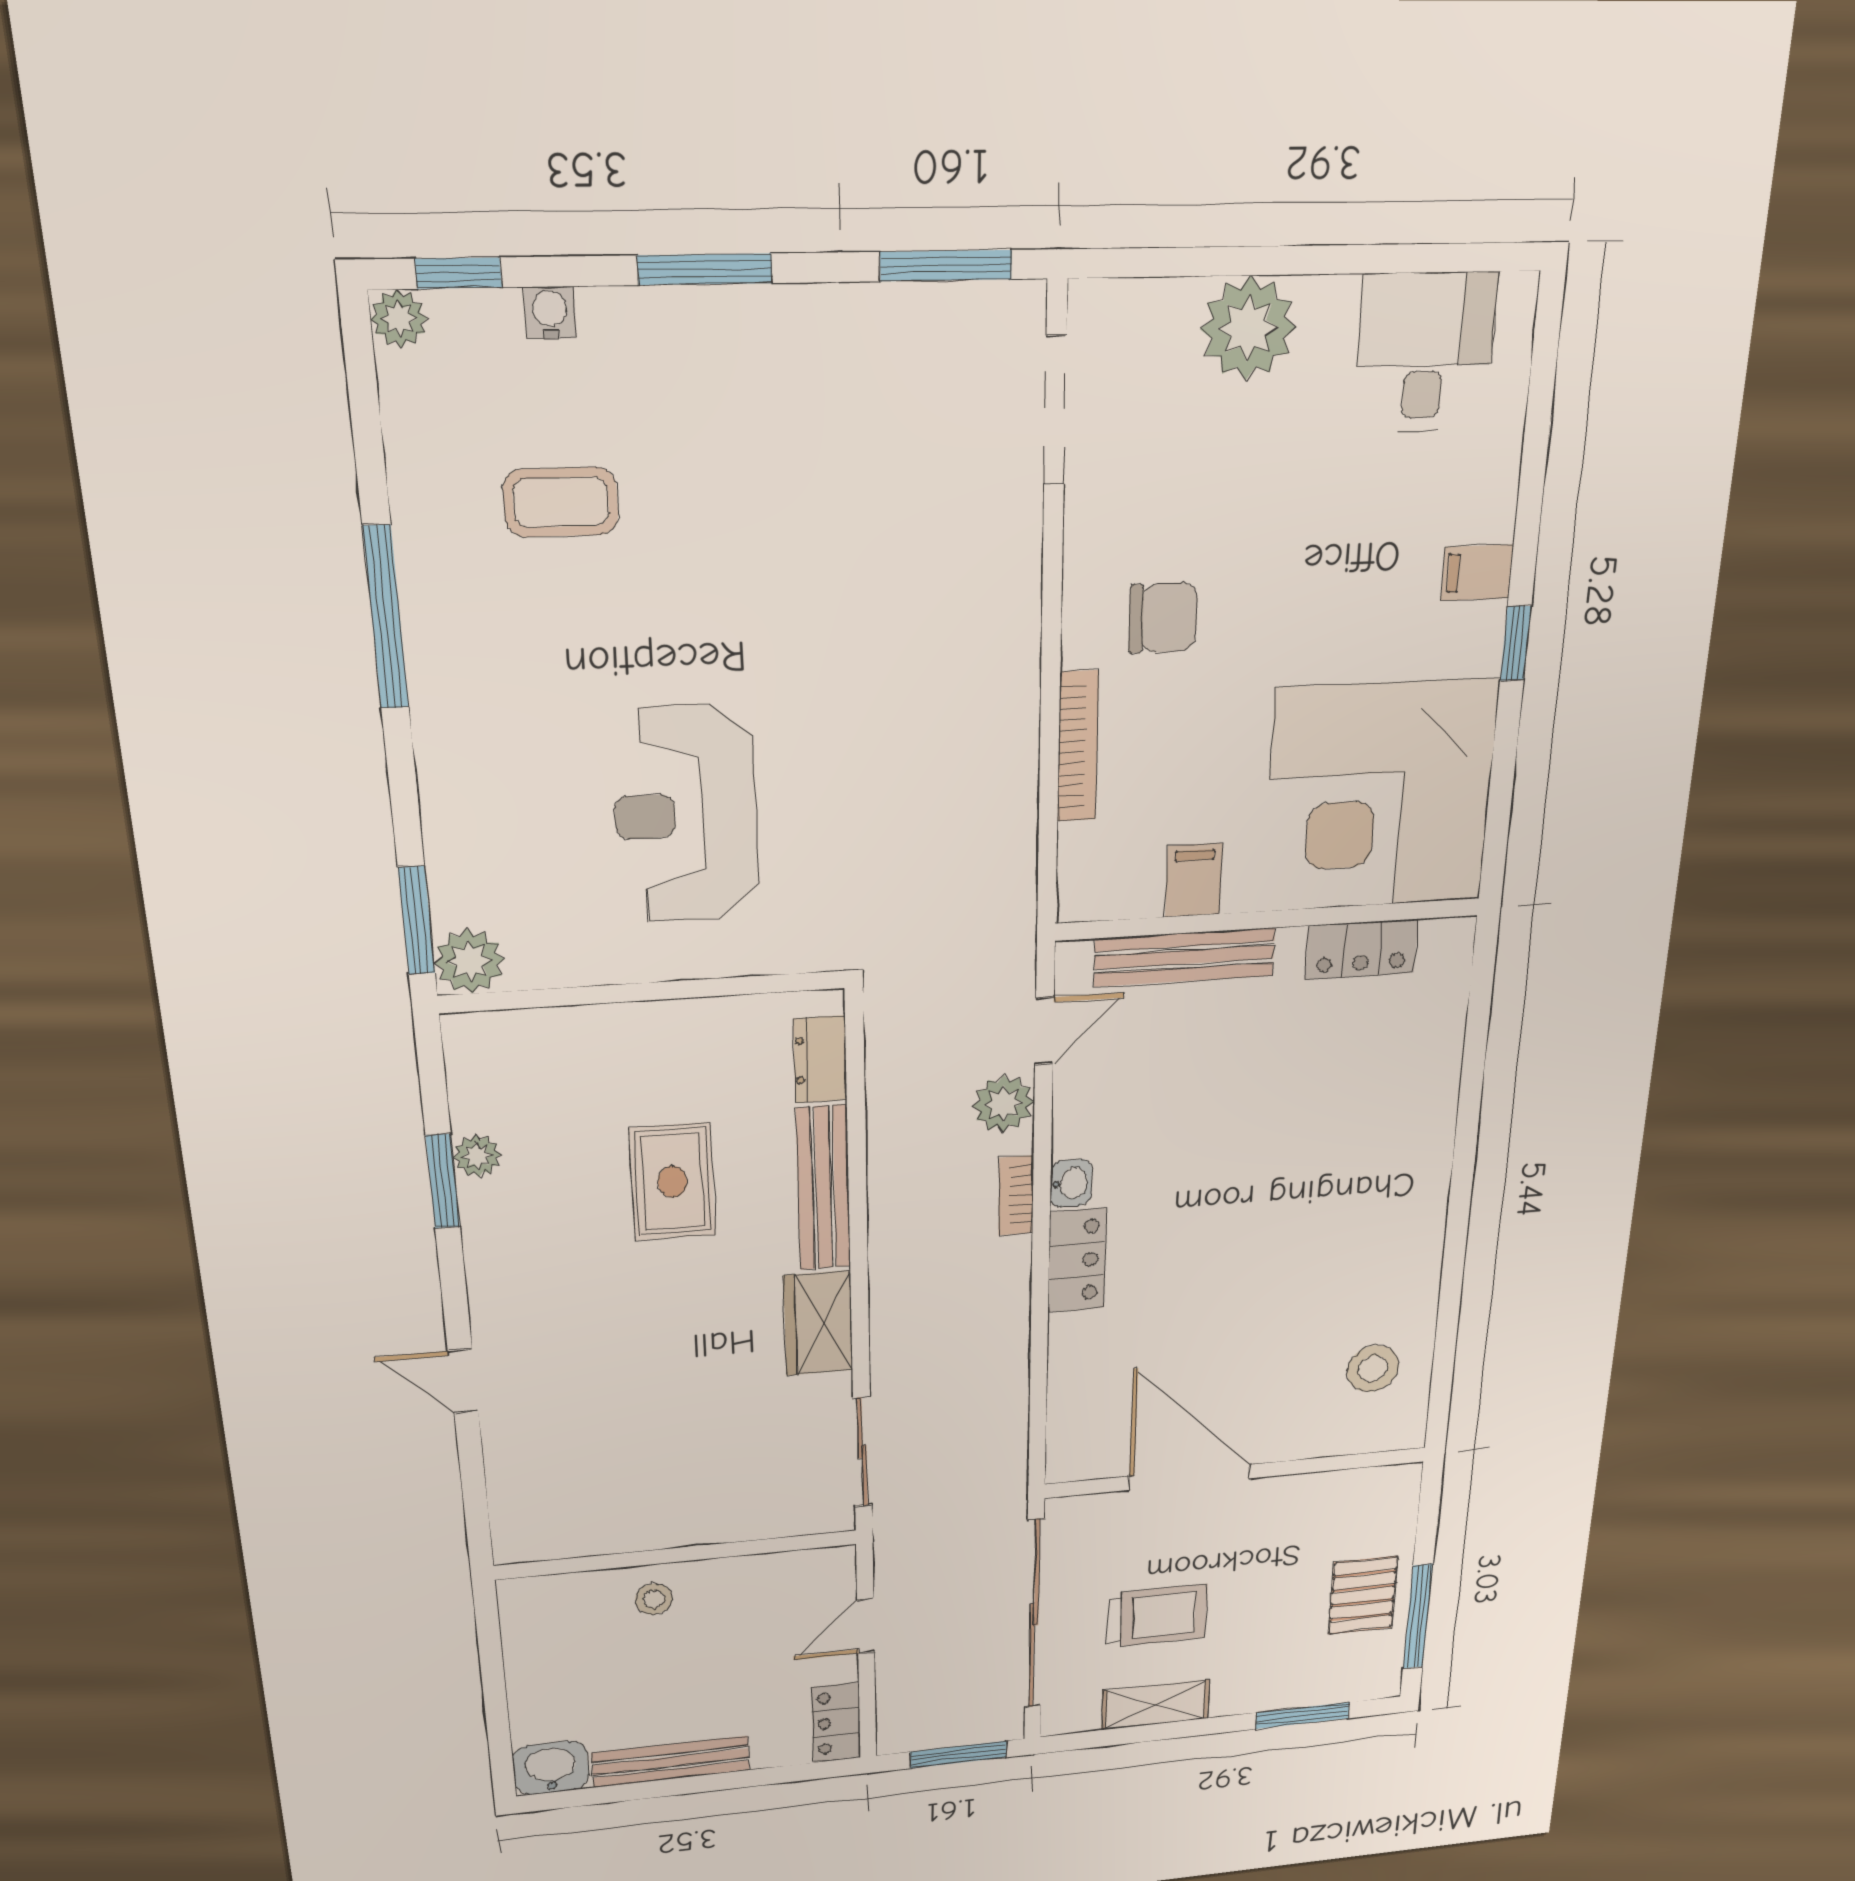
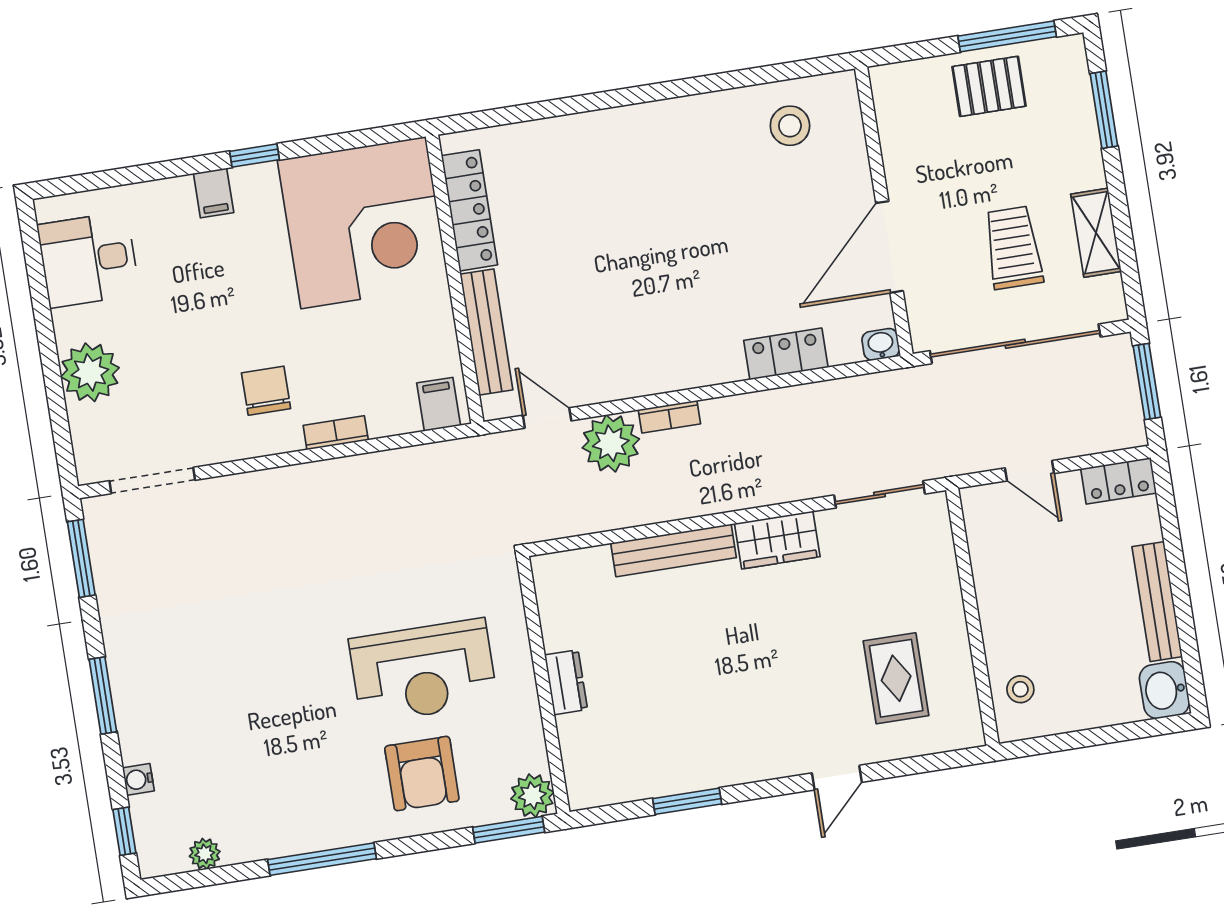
plant: (399, 319) -> (205, 854), moved
coffee table: (561, 502) -> (243, 764), removed
bookcase: (1078, 746) -> (336, 433), width x0.64
armchair: (519, 796) -> (422, 774), added
filing cabinet: (1194, 880) -> (439, 404), moved, turned 90
locker: (1362, 949) -> (469, 210), width x1.53
dresser: (820, 1059) -> (566, 682), moved, turned -90
plant: (1004, 1104) -> (611, 443), width x1.36, depth x1.36
plant: (477, 1156) -> (667, 781), removed
rug: (672, 1182) -> (896, 678), moved, turned 90
washbasin: (1071, 1183) -> (881, 344), moved
locker: (1077, 1260) -> (786, 354), moved
stool: (654, 1599) -> (1020, 689), moved

